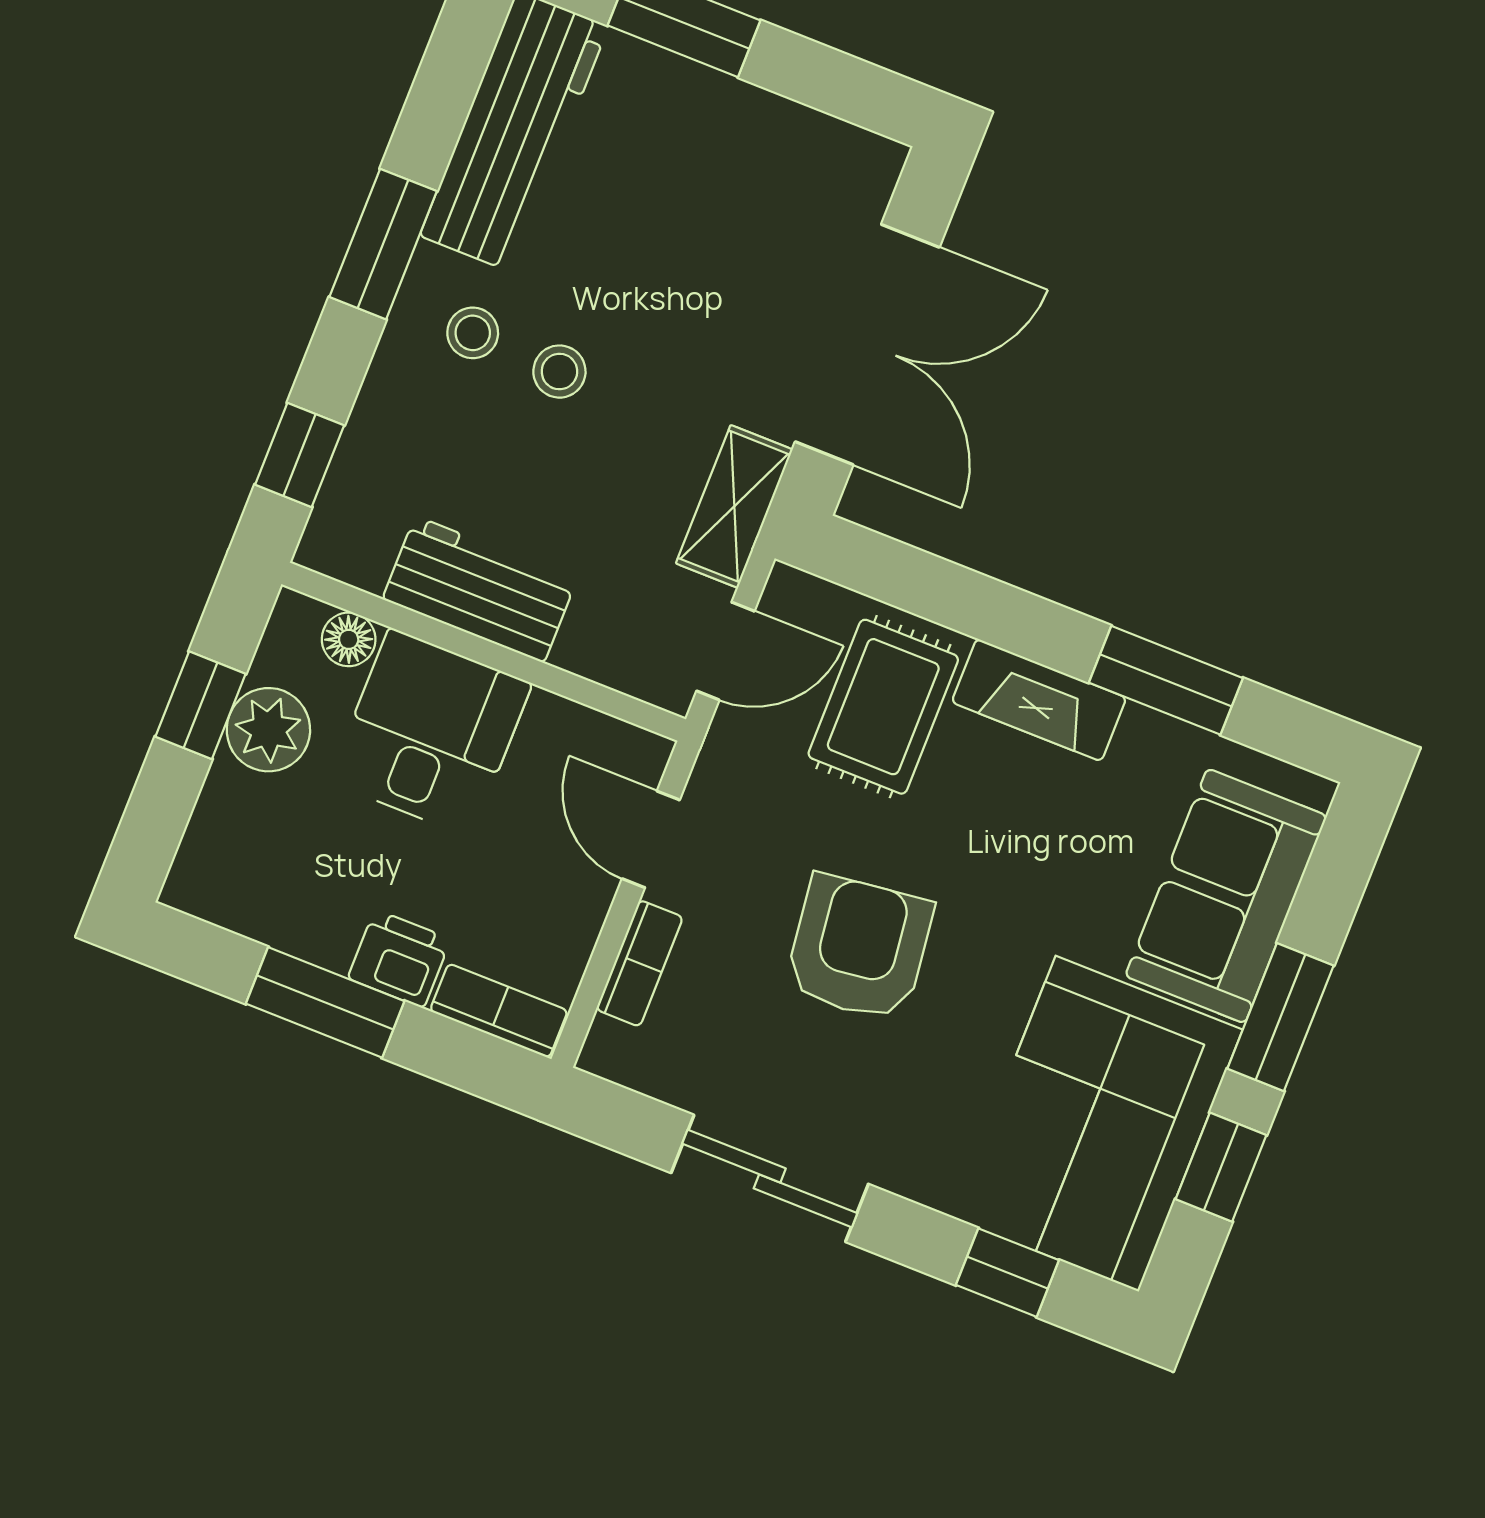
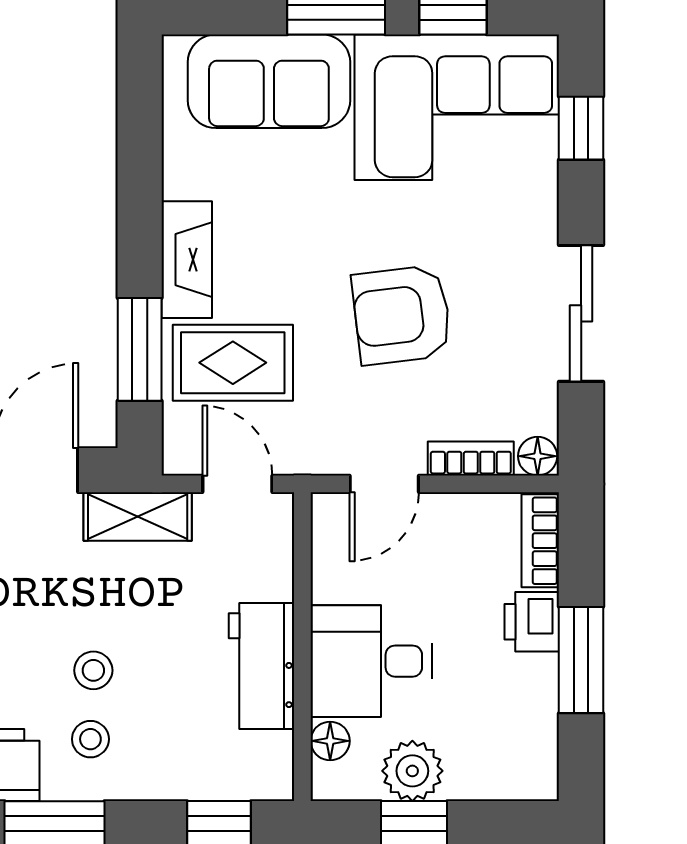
window: (1166, 680) -> (140, 349), moved
floor lamp: (609, 1050) -> (538, 456), added

